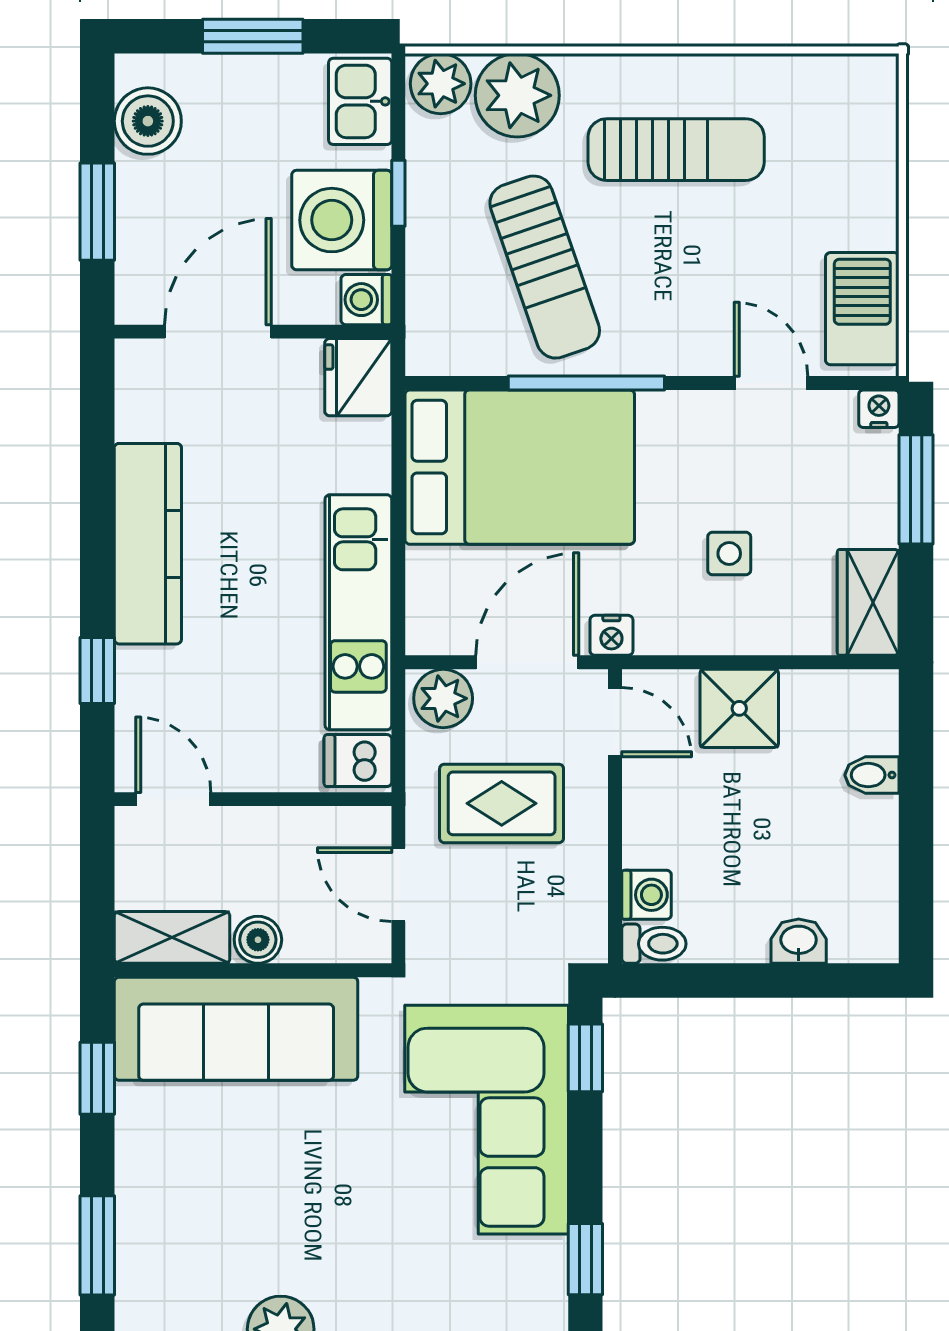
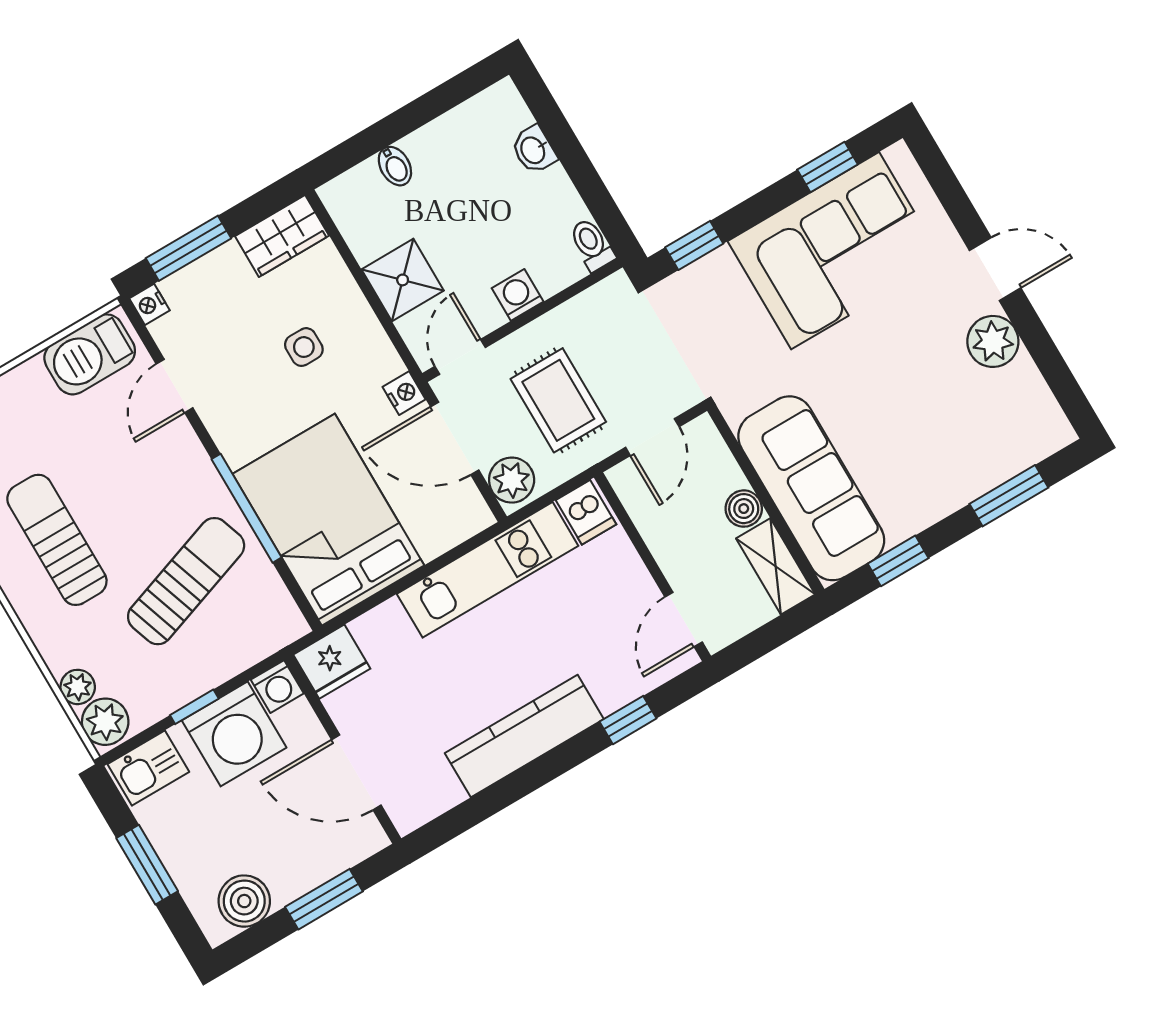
plant: (517, 95) -> (78, 687), width x0.53, depth x0.53
washing machine: (647, 895) -> (518, 295), moved
corner sofa: (487, 1120) -> (835, 251), moved

